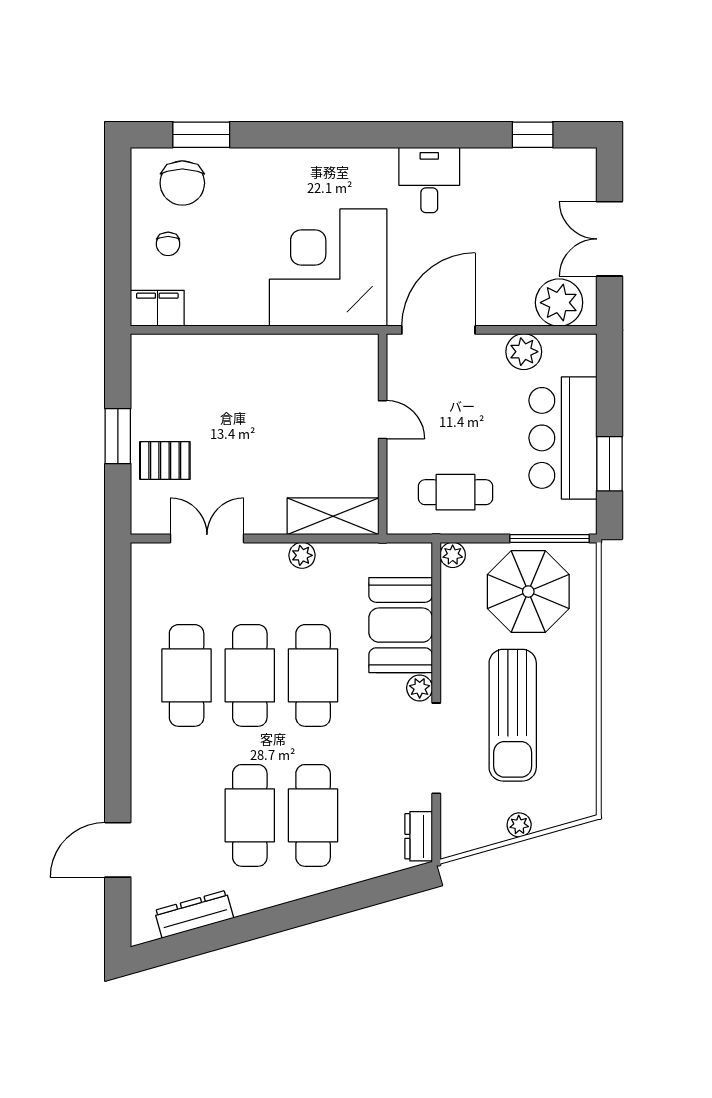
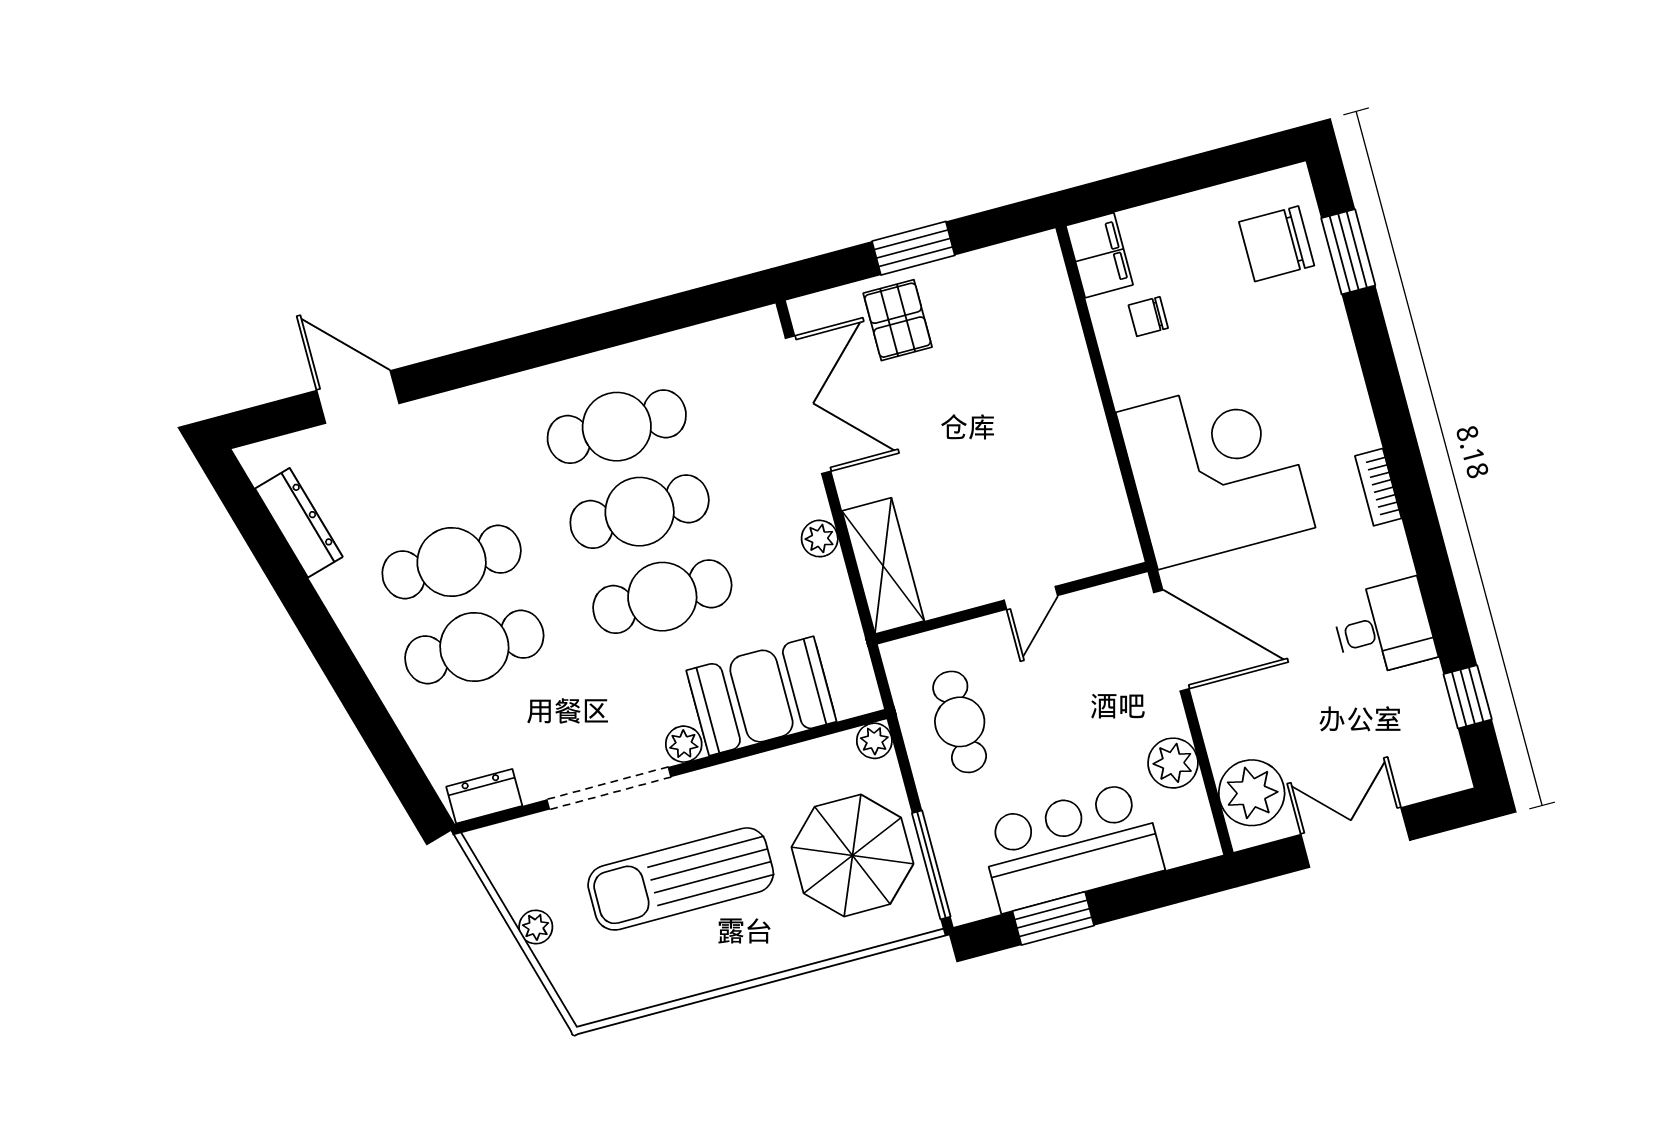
bookcase: (370, 158) -> (1378, 487), added
desk: (429, 180) -> (1384, 628), moved
chair: (168, 244) -> (1148, 317), moved
double door: (207, 538) -> (808, 405), width x1.37

